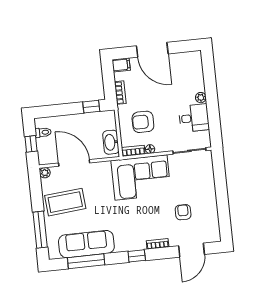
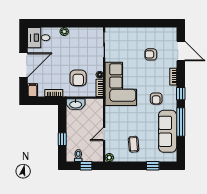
window: (91, 107) -> (62, 139), moved
desk: (194, 118) -> (39, 38), moved, turned -90
washbasin: (111, 142) -> (76, 104), moved
door: (74, 163) -> (104, 134), width x0.53
coffee table: (65, 202) -> (134, 144), width x0.54, depth x0.58
armchair: (127, 225) -> (156, 99), added
window: (40, 230) -> (153, 166), width x0.46
window: (86, 261) -> (181, 122), moved

